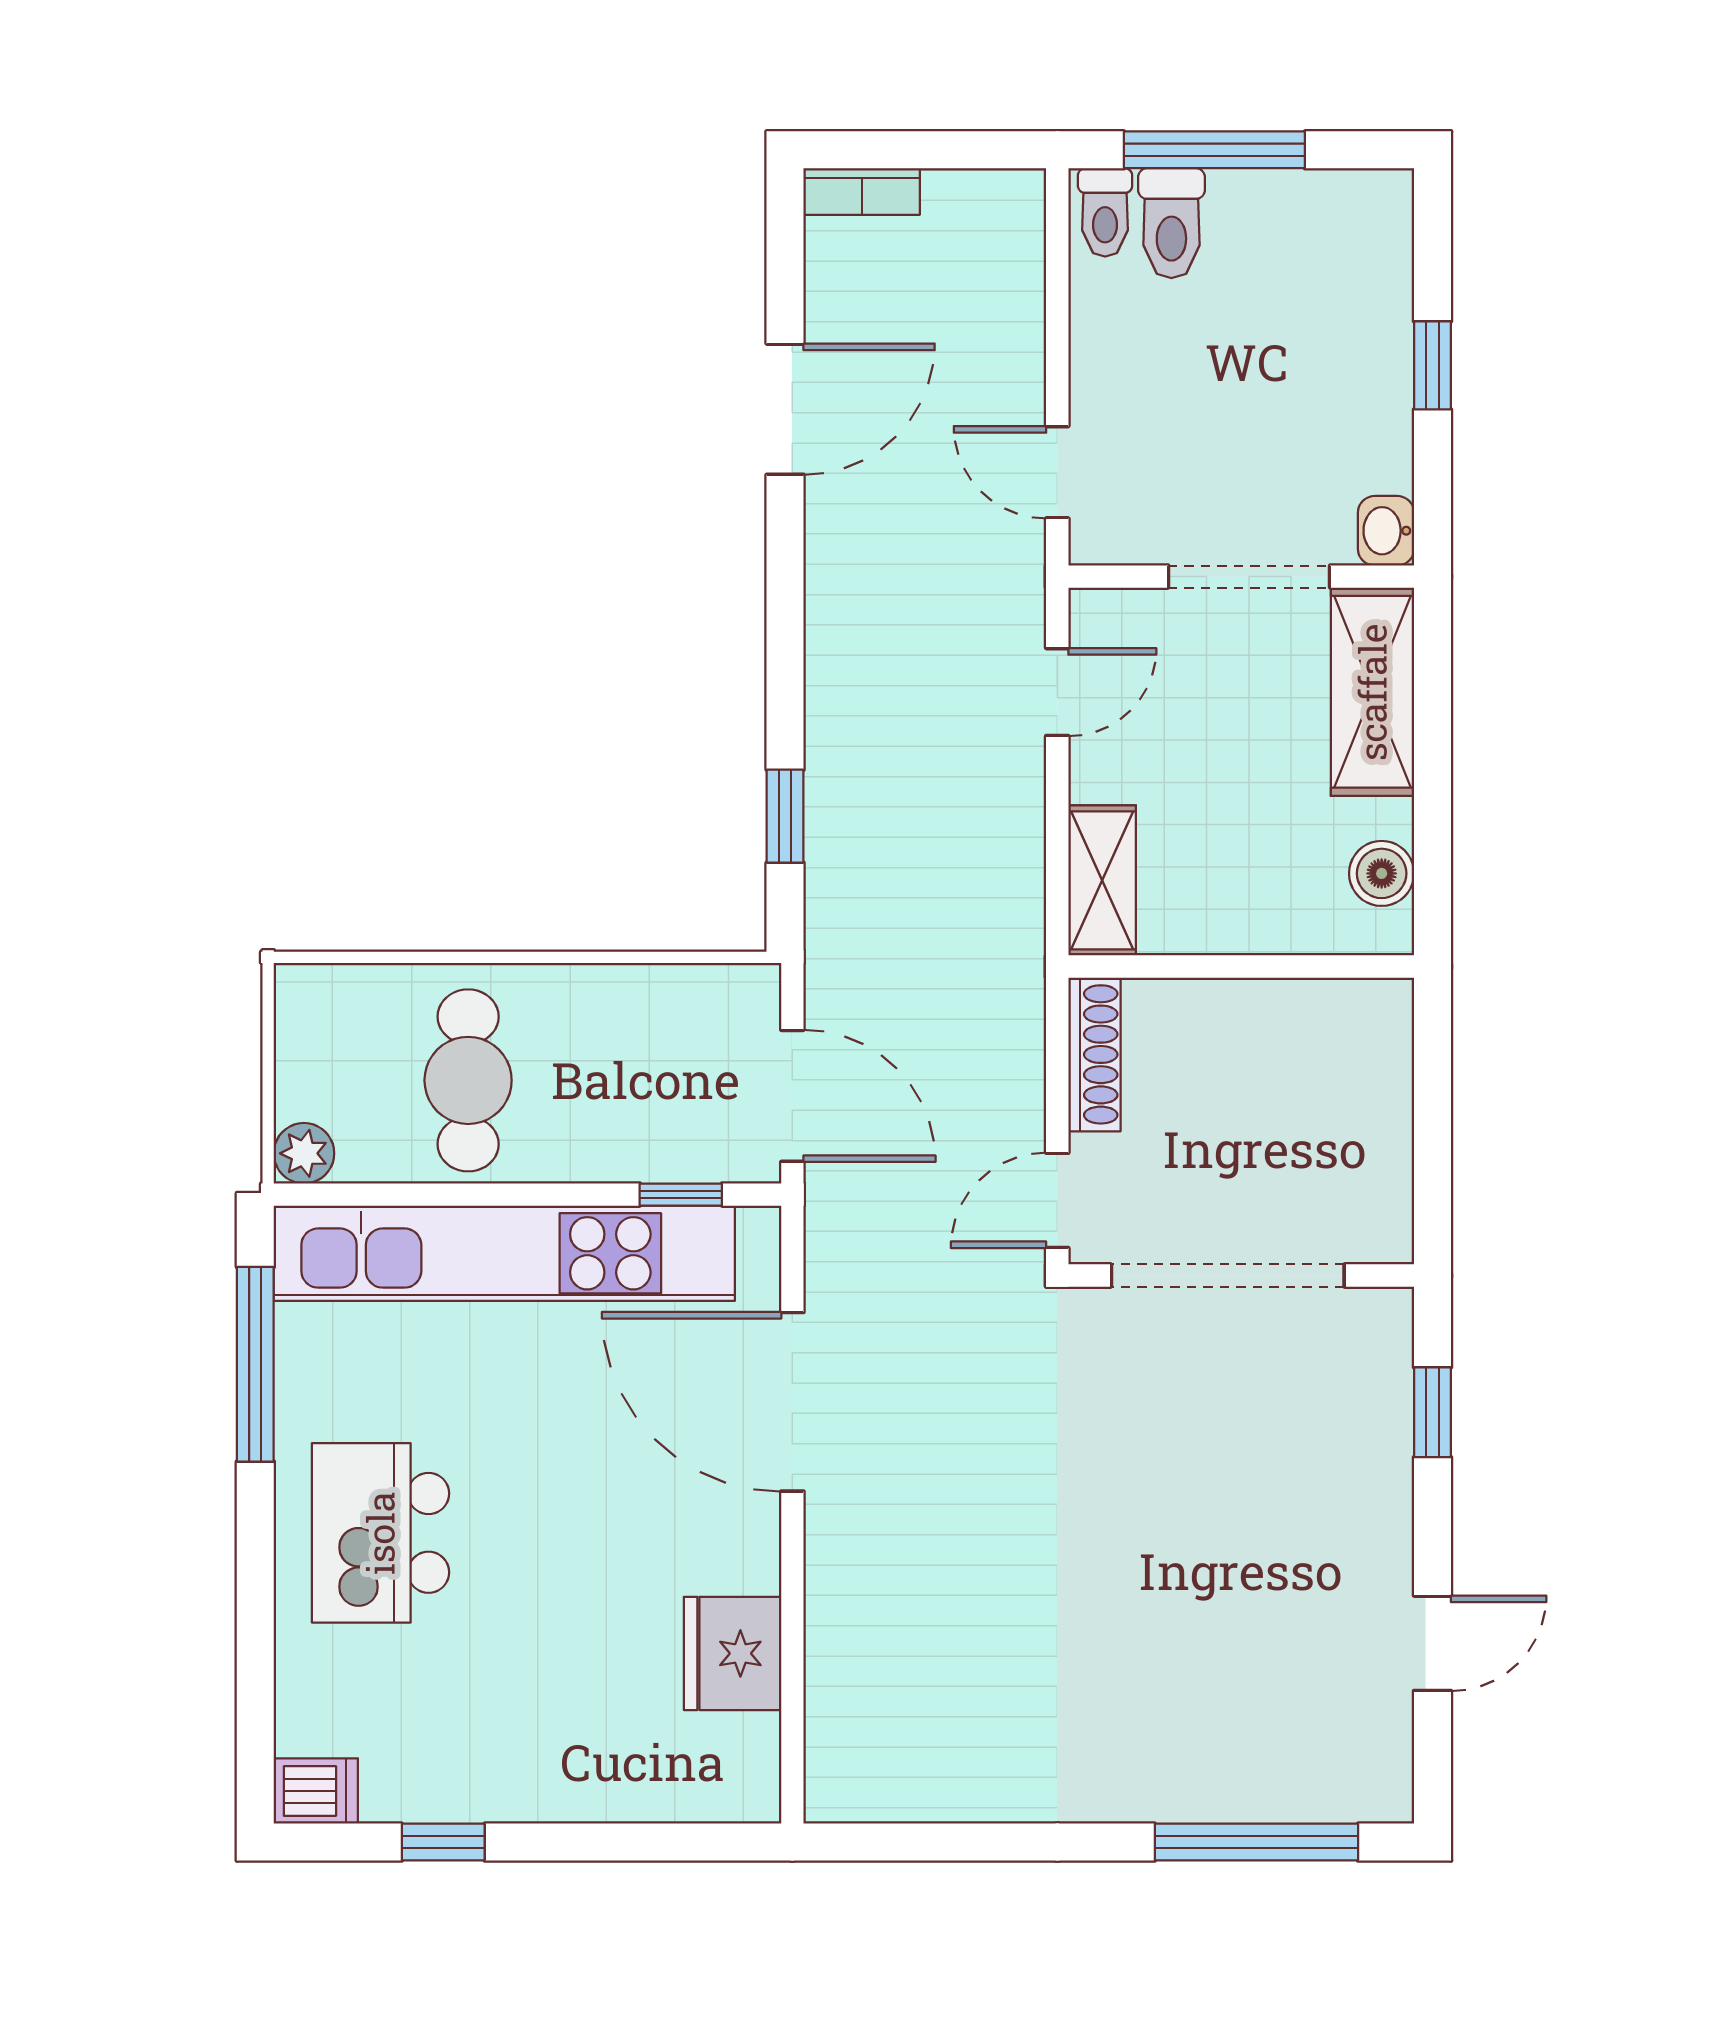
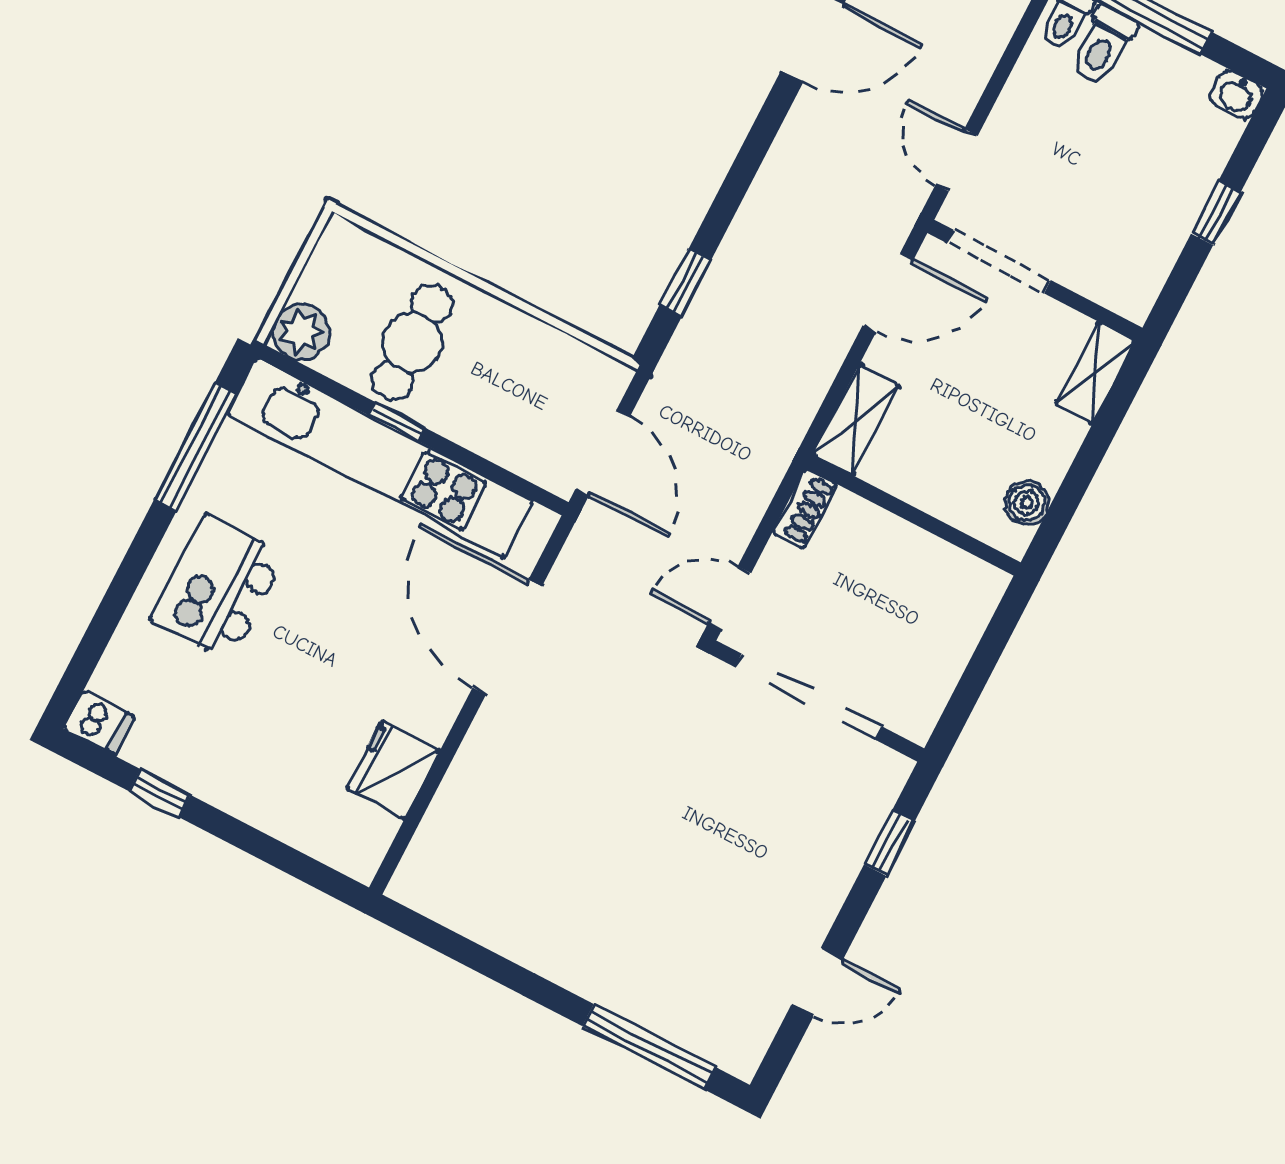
washbasin: (1386, 531) -> (1237, 95), moved, turned -90
doorway: (1249, 577) -> (999, 262), moved
door: (1057, 692) -> (888, 292), width x1.37
shelving: (1372, 692) -> (1095, 373), width x0.67, depth x0.75
shoe rack: (1094, 1054) -> (805, 508), width x0.70
plant: (304, 1153) -> (301, 332), width x1.38, depth x1.38
window: (681, 1195) -> (397, 421), moved

